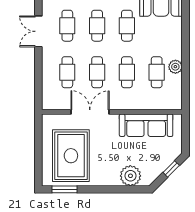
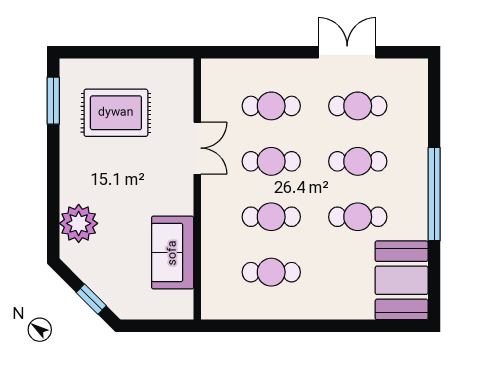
plant: (175, 67) -> (281, 307), removed
double door: (90, 112) -> (197, 148), width x0.73
sofa: (146, 125) -> (173, 253), width x0.73
rug: (71, 156) -> (116, 113), width x0.73, depth x0.69

